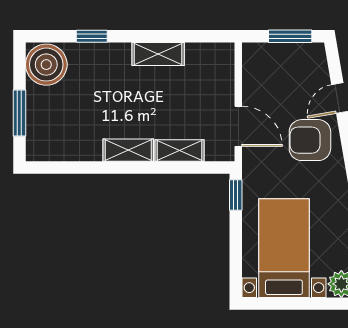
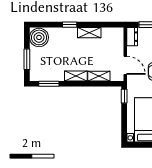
window: (92, 36) -> (70, 25), moved
dresser: (253, 63) -> (132, 37), added
window: (68, 167) -> (49, 84), added

